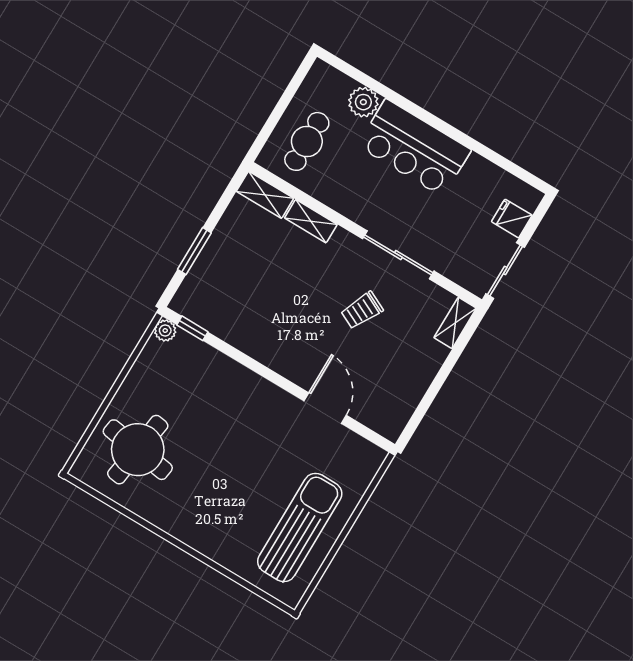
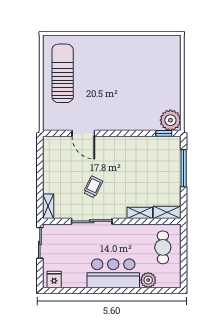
fridge: (512, 218) -> (54, 280), moved, turned -90
window: (194, 251) -> (184, 168), width x1.44
plant: (165, 331) -> (170, 120), width x1.87, depth x1.87
round table: (138, 450) -> (156, 65), removed
sun lounger: (300, 527) -> (63, 73), turned 180

